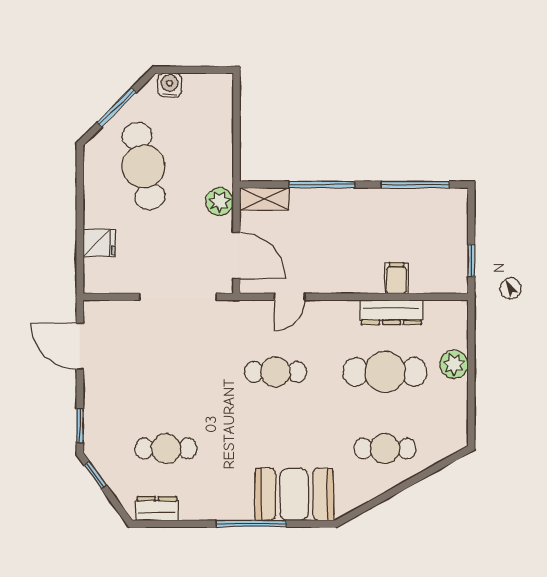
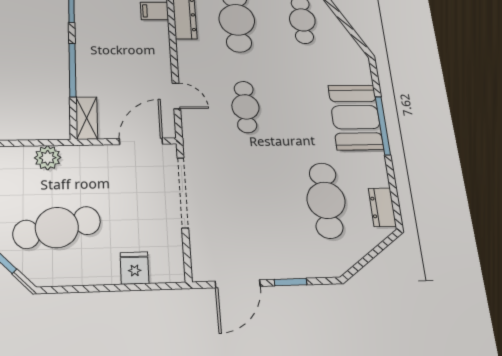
plant: (219, 202) -> (48, 158), moved
window: (80, 426) -> (291, 282), moved
cafe table: (166, 448) -> (326, 200), width x1.37, depth x1.35
window: (95, 475) -> (360, 265), removed
booth: (294, 494) -> (356, 117), moved

